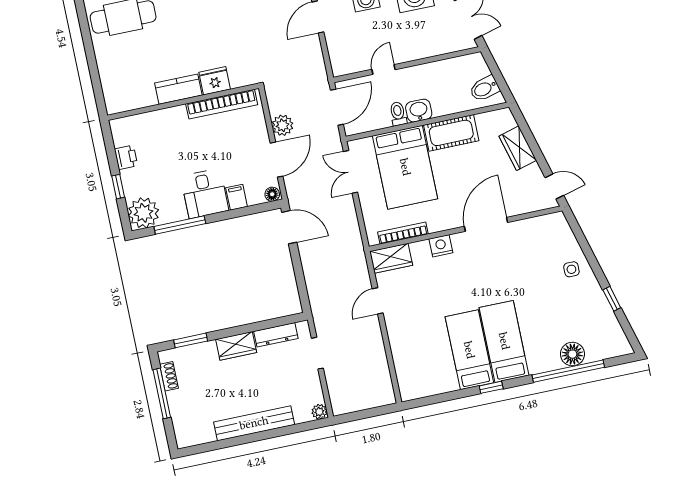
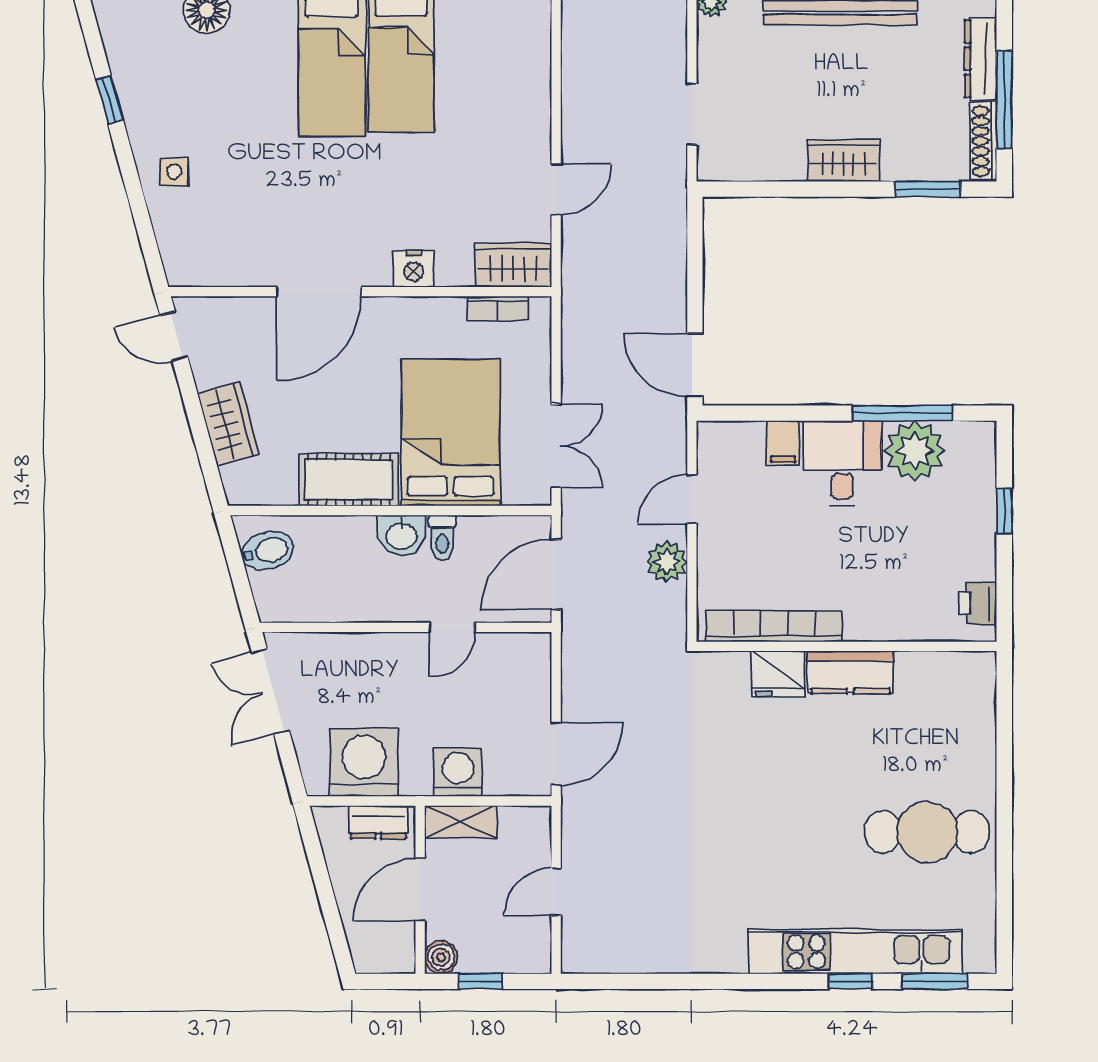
printer: (126, 157) -> (978, 603), moved
door: (277, 160) -> (692, 499), width x0.73
floor lamp: (272, 194) -> (714, 435), removed
plant: (143, 213) -> (915, 451), moved
bookcase: (403, 233) -> (498, 308), width x0.64
dresser: (276, 335) -> (981, 59), moved, turned -90
shoe rack: (169, 376) -> (984, 141), width x1.43

